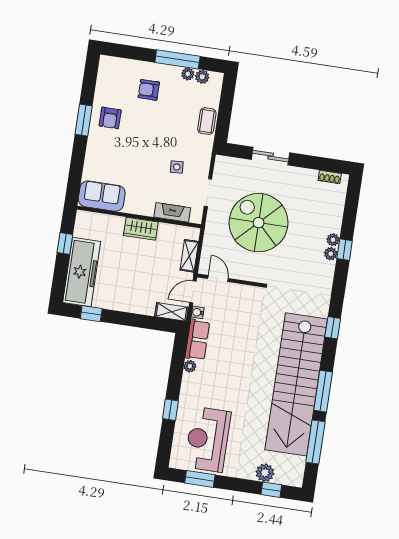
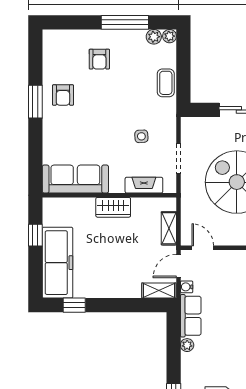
plant: (188, 74) -> (170, 36), moved
armchair: (149, 90) -> (99, 59), turned -90
sofa: (102, 196) -> (75, 179), width x1.36

